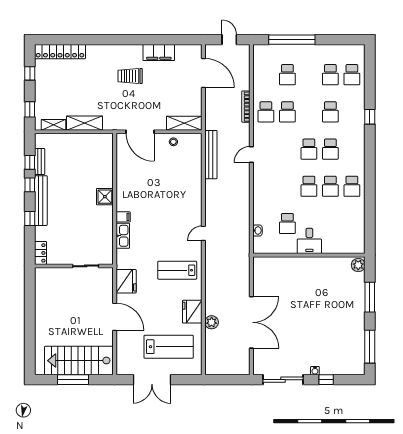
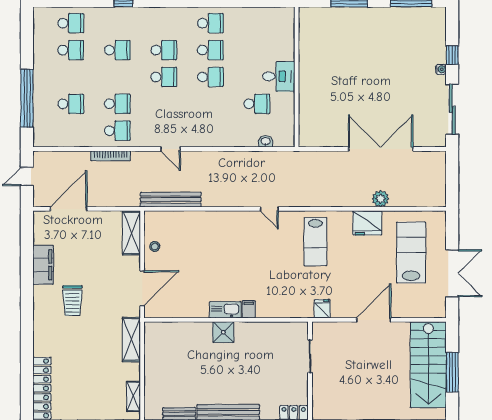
shelving: (84, 123) -> (131, 339), moved
kitchen sink: (123, 236) -> (225, 310), moved
plant: (358, 265) -> (309, 15), removed
fridge: (126, 281) -> (322, 309), width x0.53, depth x0.75

